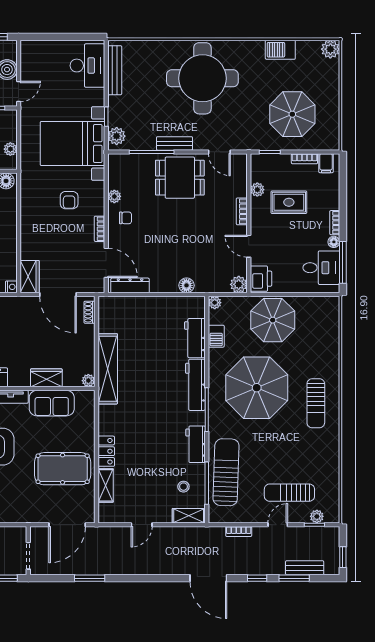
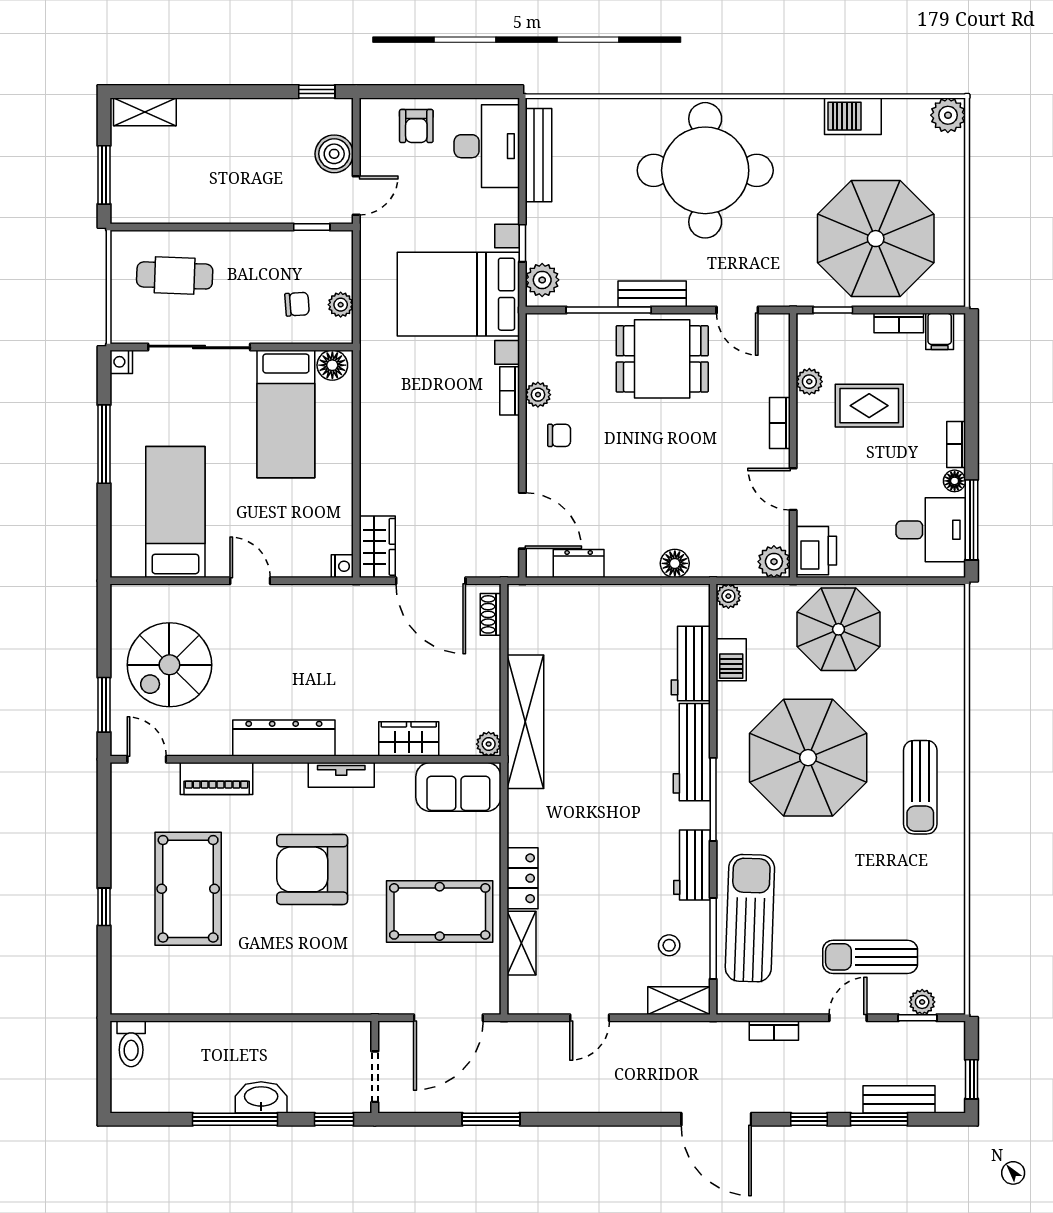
parasol: (292, 114) -> (876, 239), width x1.36, depth x1.36
armchair: (69, 200) -> (416, 126), moved
bookcase: (99, 229) -> (510, 391), moved
dresser: (130, 285) -> (579, 564), width x0.70
sofa: (52, 403) -> (458, 787), moved

